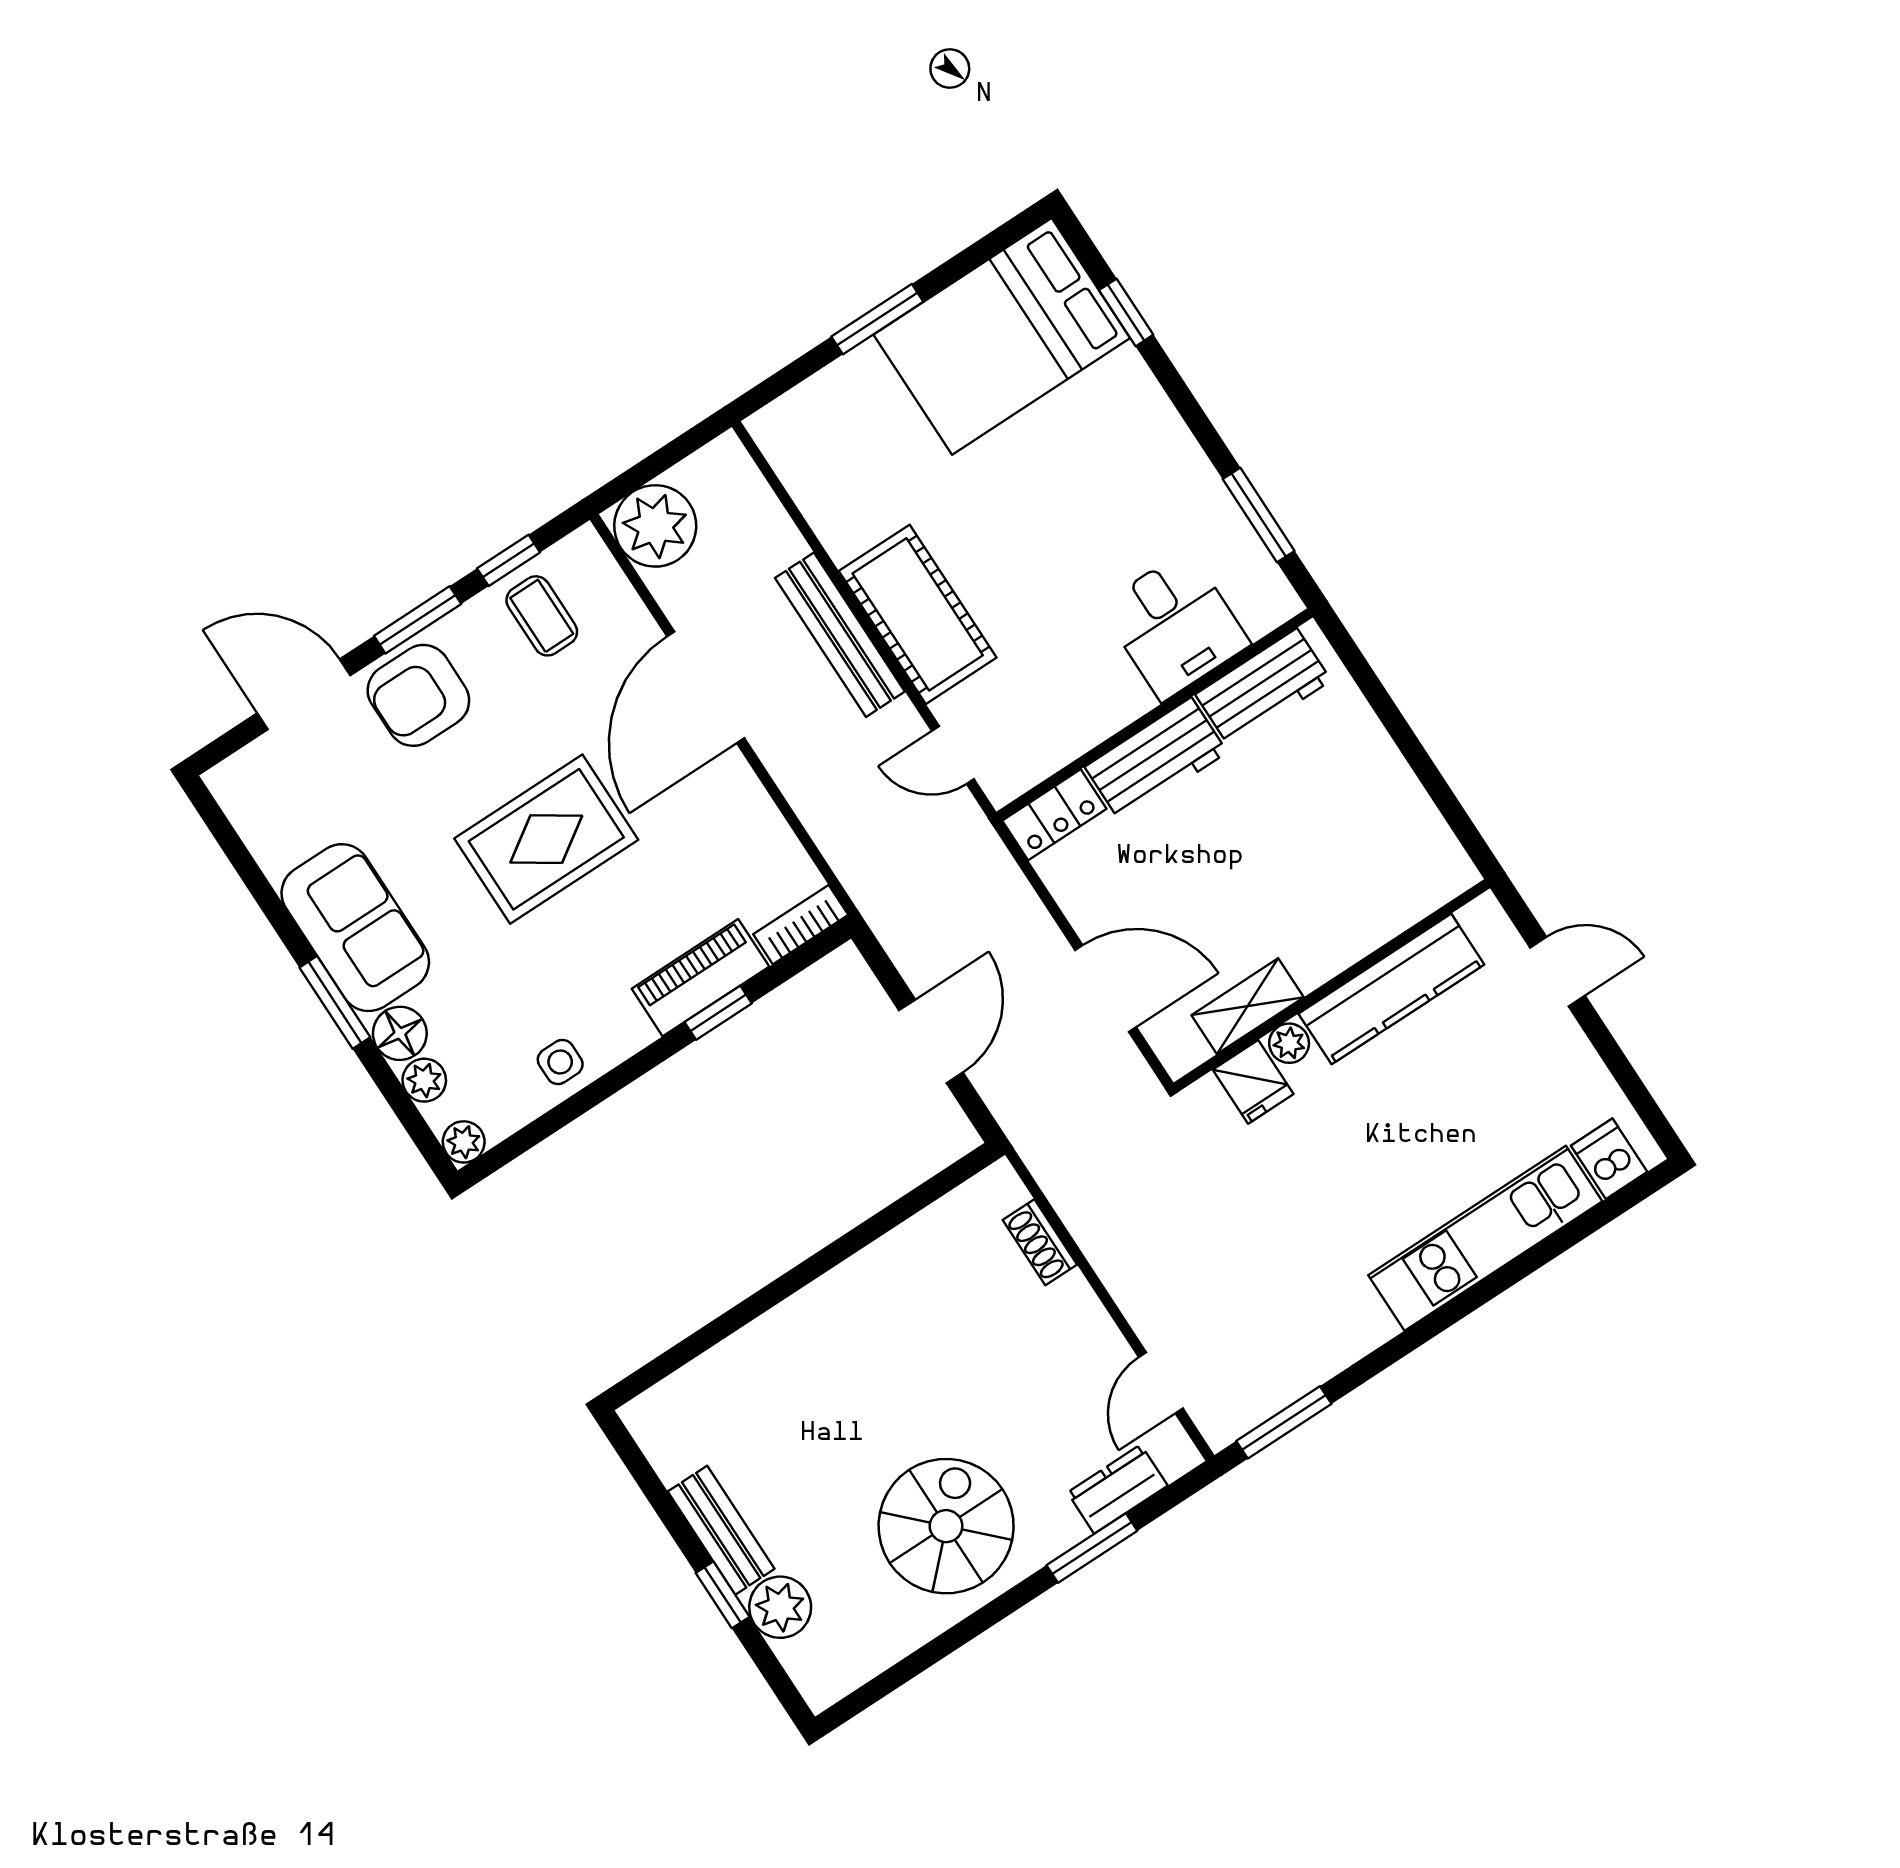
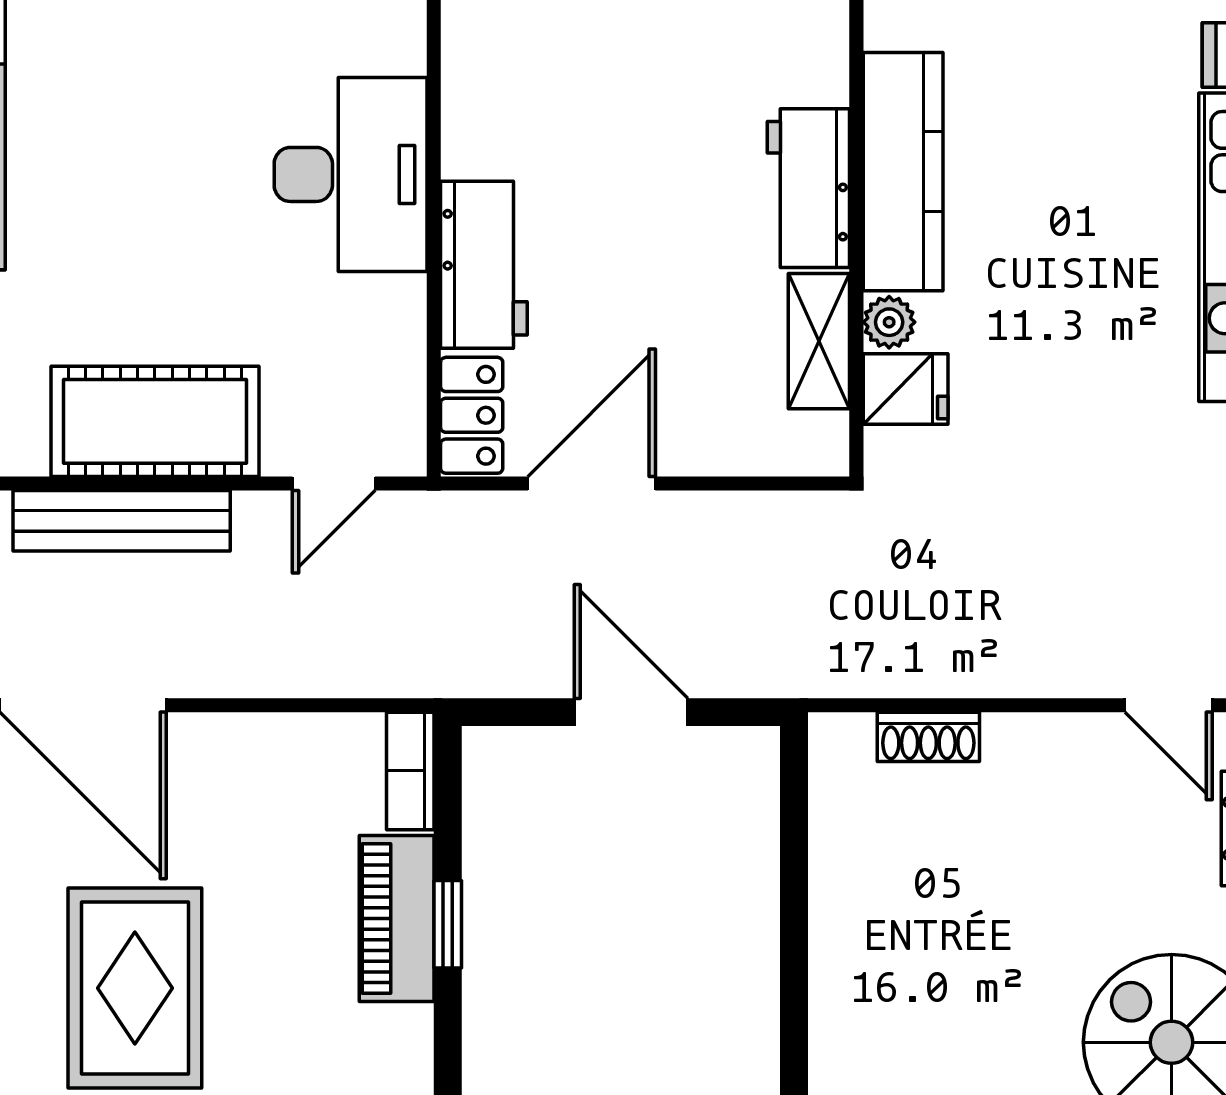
desk: (1175, 625) -> (351, 174), width x1.37
workbench: (1263, 687) -> (808, 188), moved, turned 180
door: (1106, 989) -> (592, 484), moved

